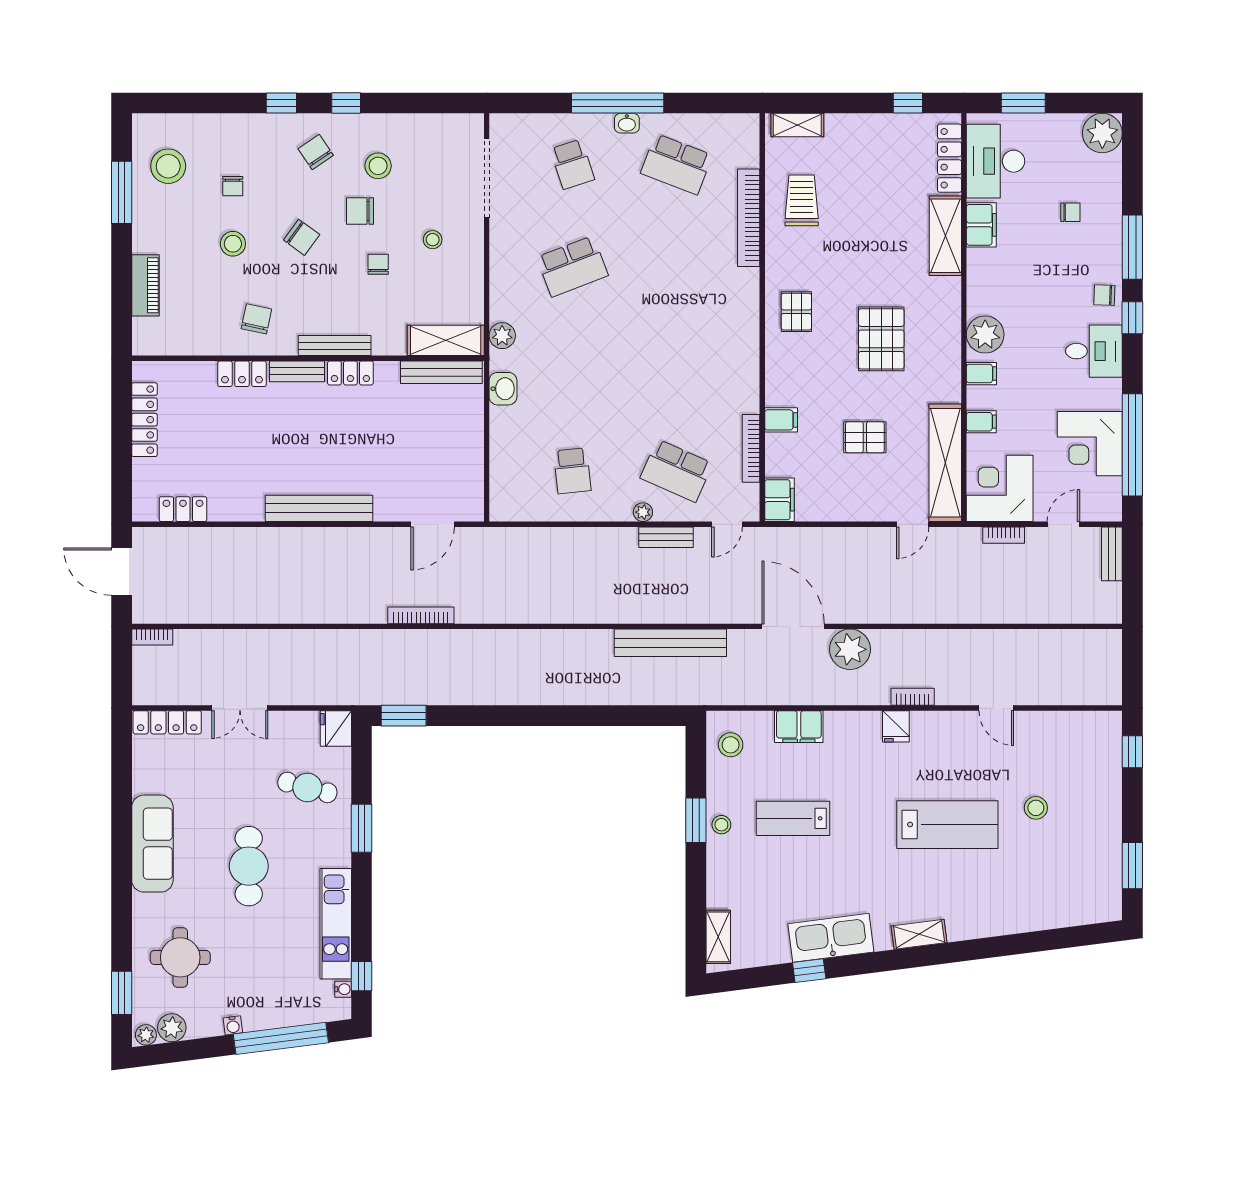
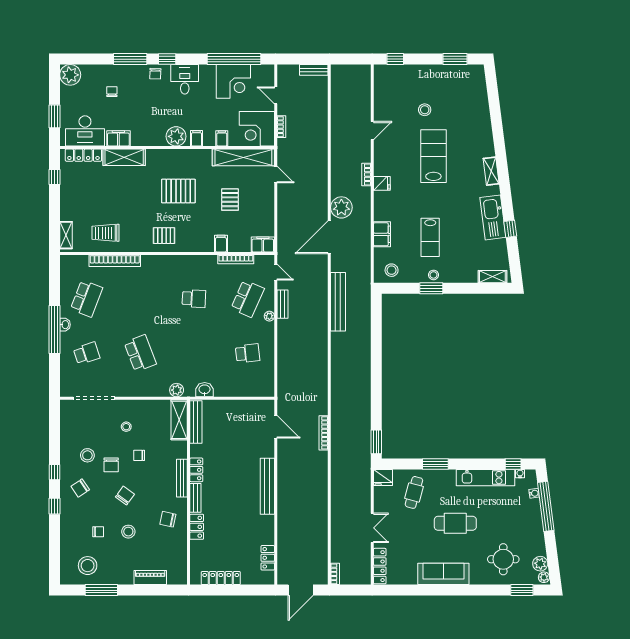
school desk: (676, 369) -> (194, 299), added
bench: (1112, 554) -> (314, 70), moved
water cooler: (233, 1025) -> (534, 493), moved

